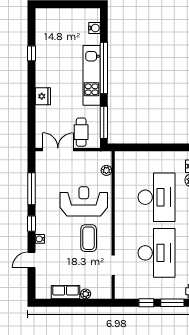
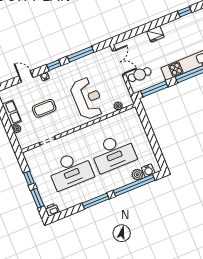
coffee table: (89, 238) -> (44, 108), moved

